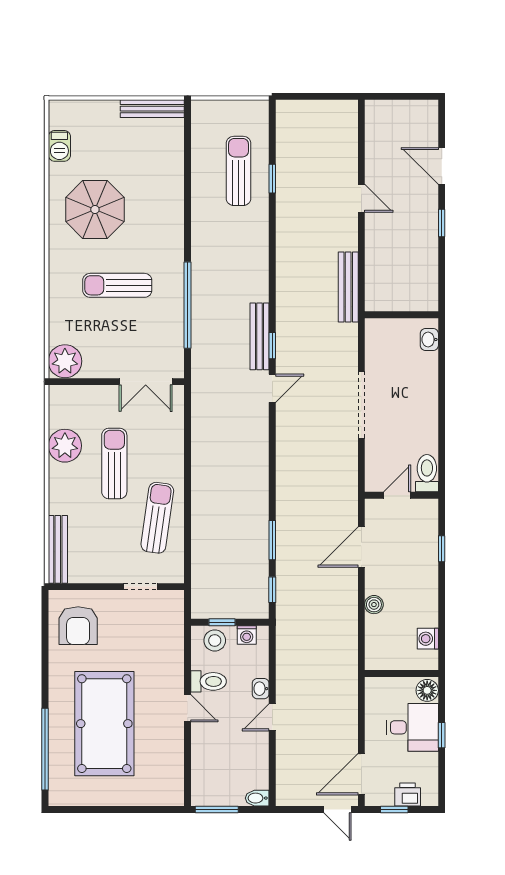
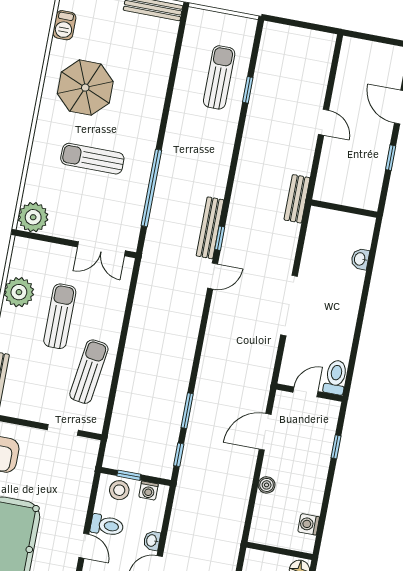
bench: (348, 287) -> (297, 199), width x0.73
wall: (402, 315) -> (344, 209), moved

